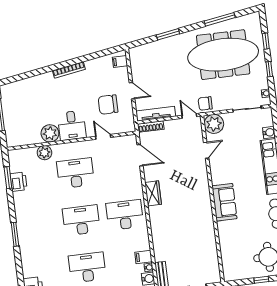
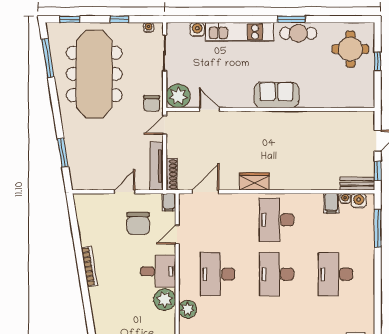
window: (220, 19) -> (48, 58), moved
window: (168, 34) -> (63, 153), moved
window: (266, 41) -> (70, 19), moved
filing cabinet: (120, 62) -> (169, 202), moved

